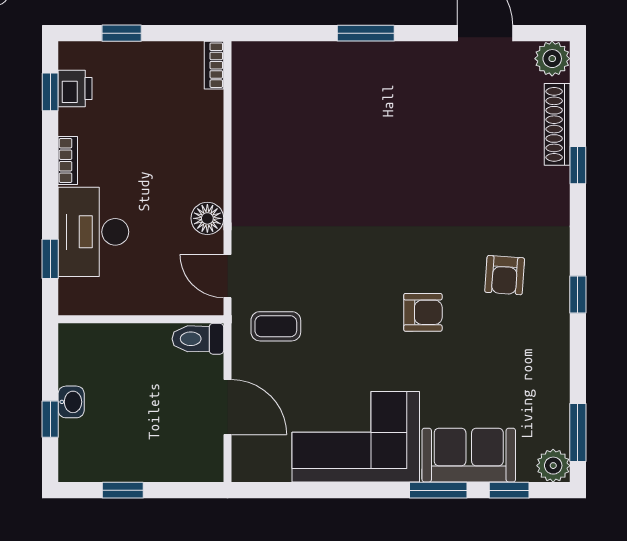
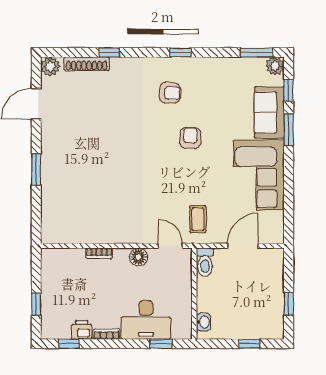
bookcase: (214, 65) -> (99, 253), moved
printer: (75, 89) -> (82, 330), moved
door: (227, 276) -> (170, 246), swing flipped
washbasin: (71, 402) -> (204, 322), moved, turned 90

